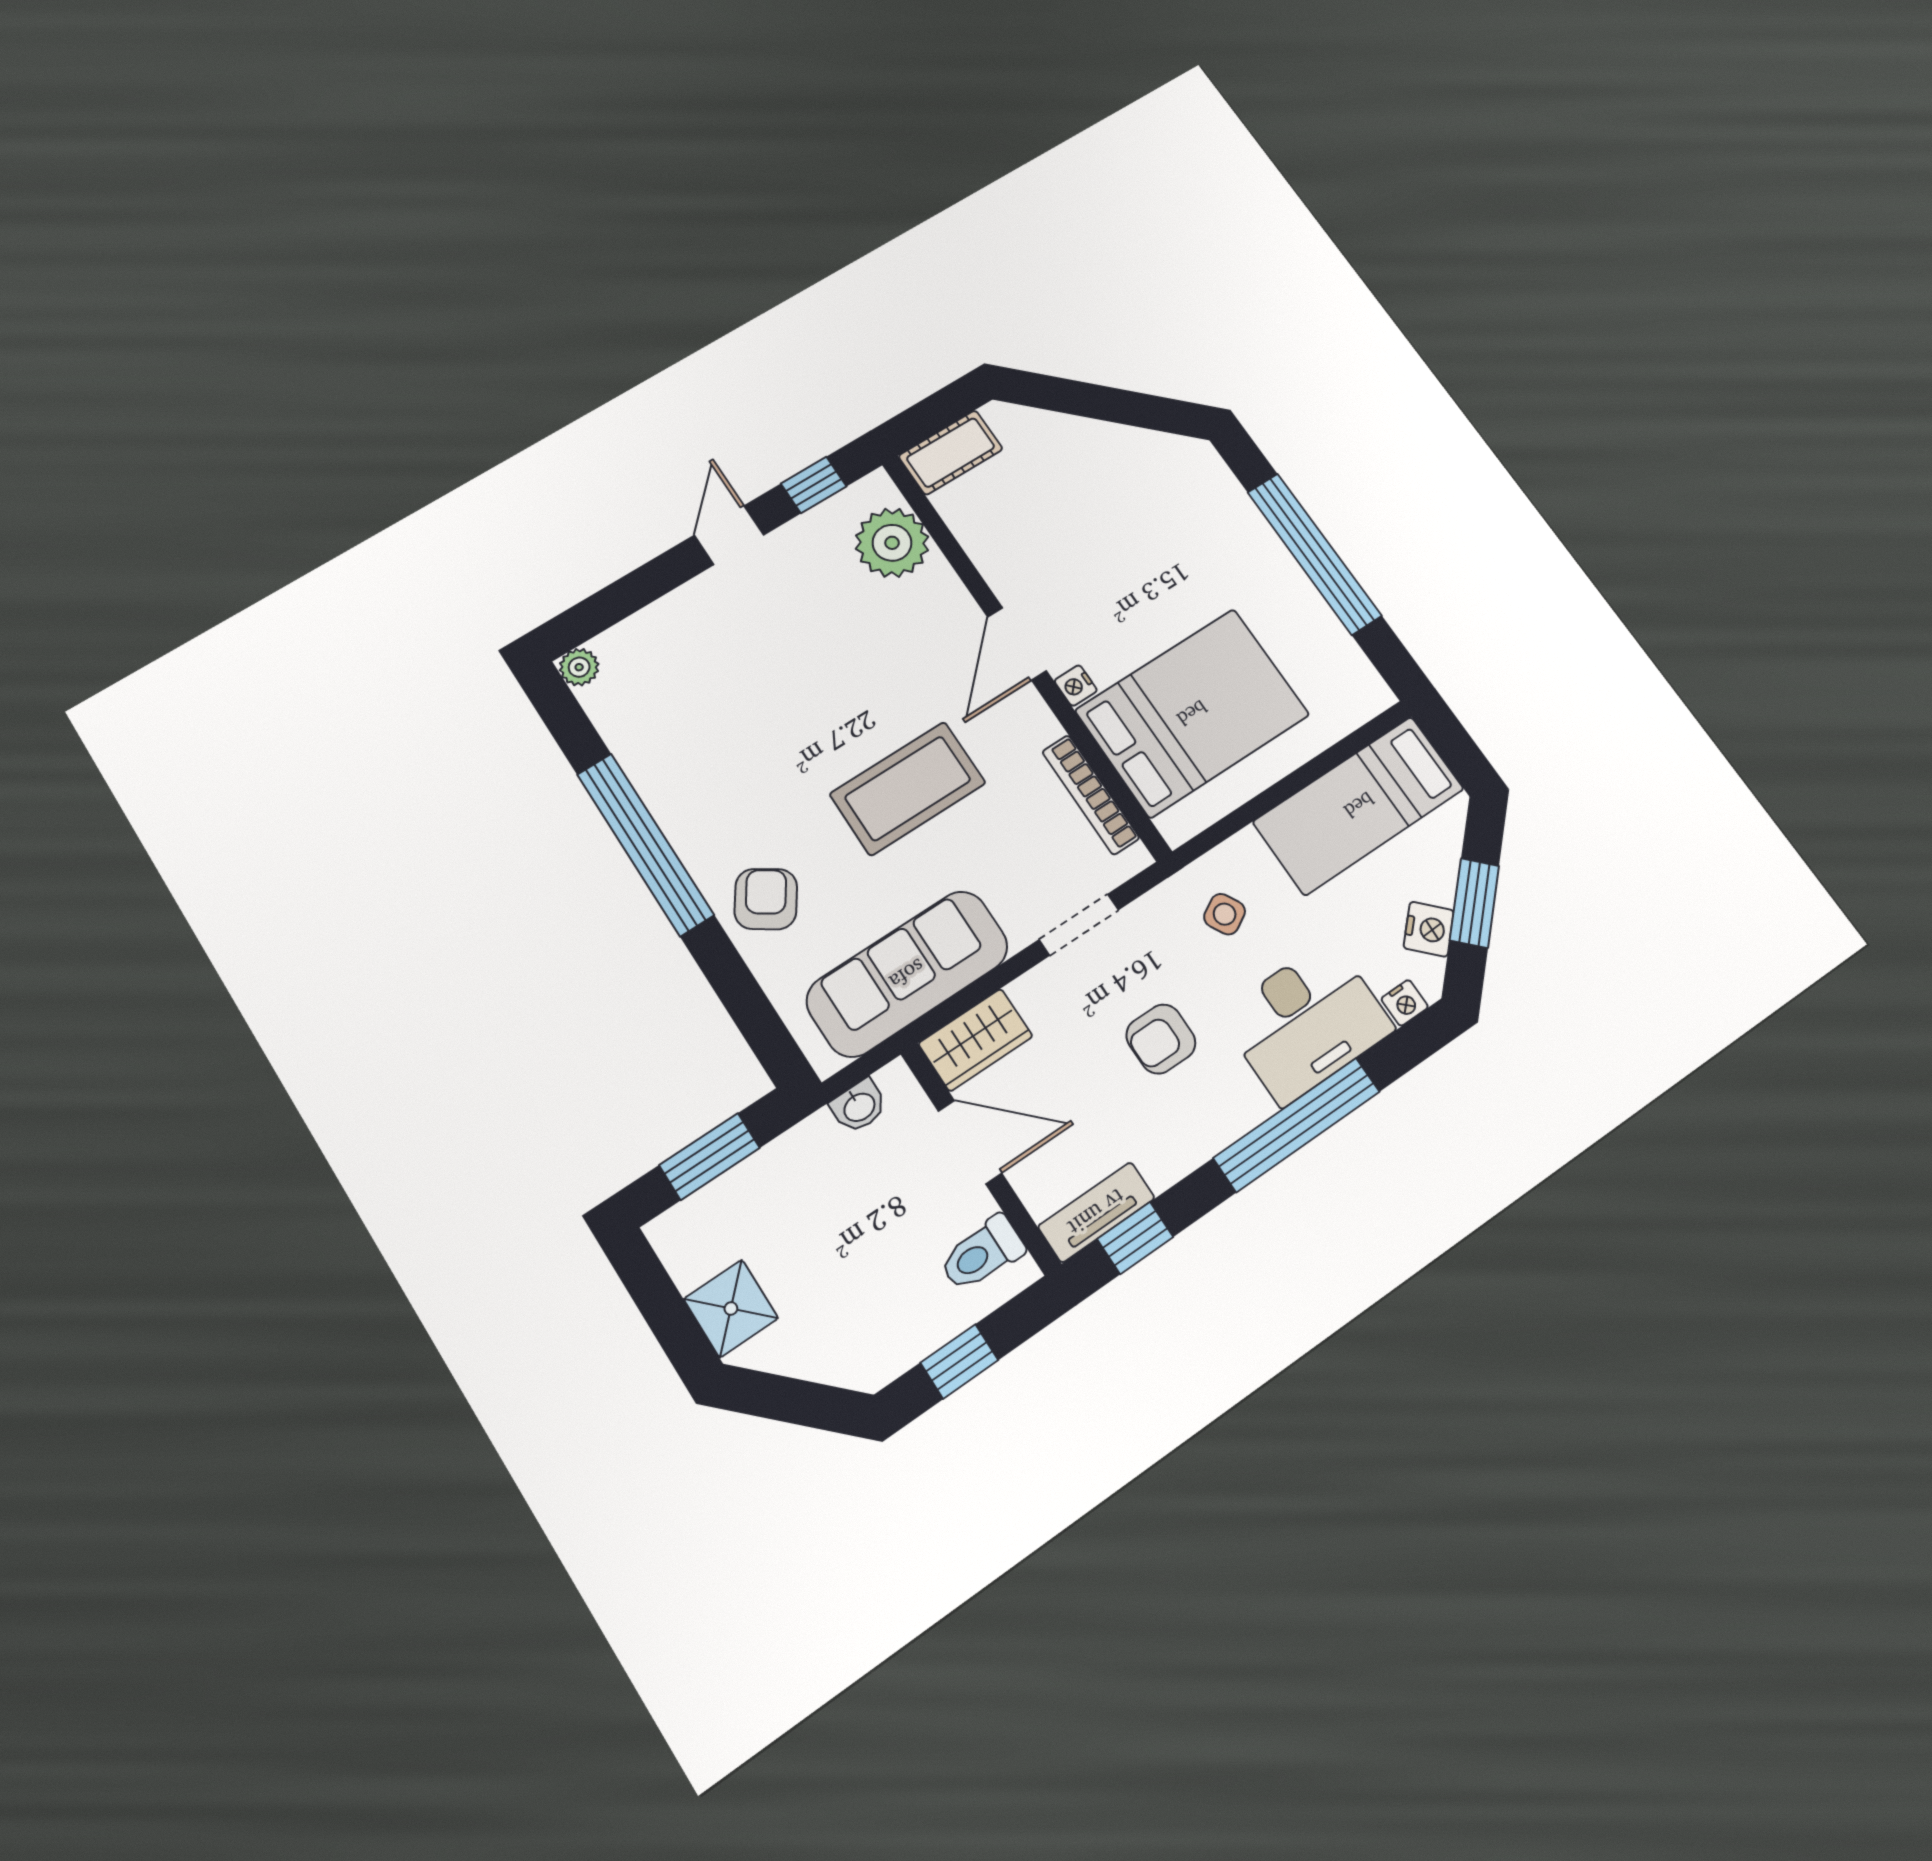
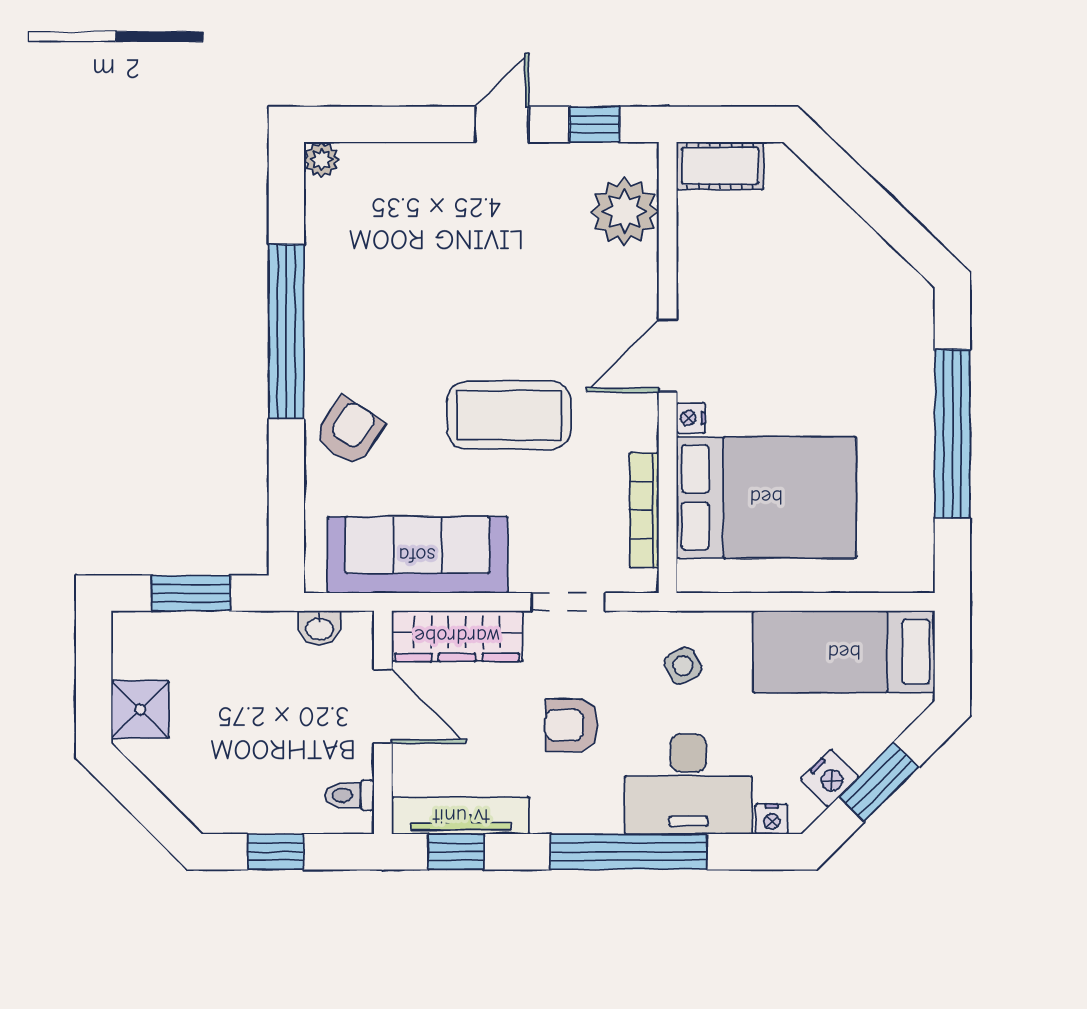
wardrobe: (976, 1040) -> (457, 636), width x1.50
tv unit: (1096, 1212) -> (461, 816), width x1.41
toilet: (982, 1254) -> (349, 795), width x0.73, depth x0.72

